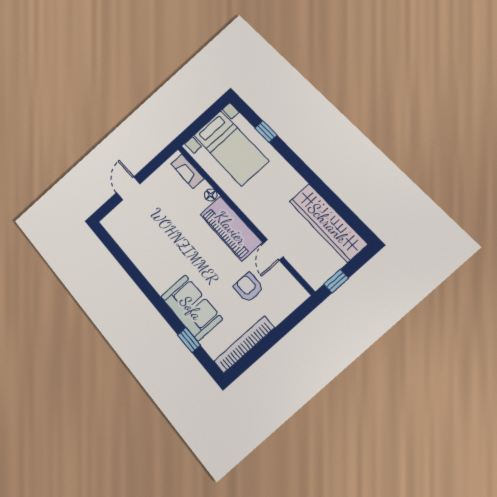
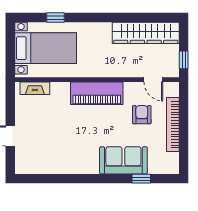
floor lamp: (211, 195) -> (64, 87), removed
door: (273, 250) -> (153, 80), moved
armchair: (248, 287) -> (142, 115), turned 90
bookcase: (244, 345) -> (173, 125), moved

